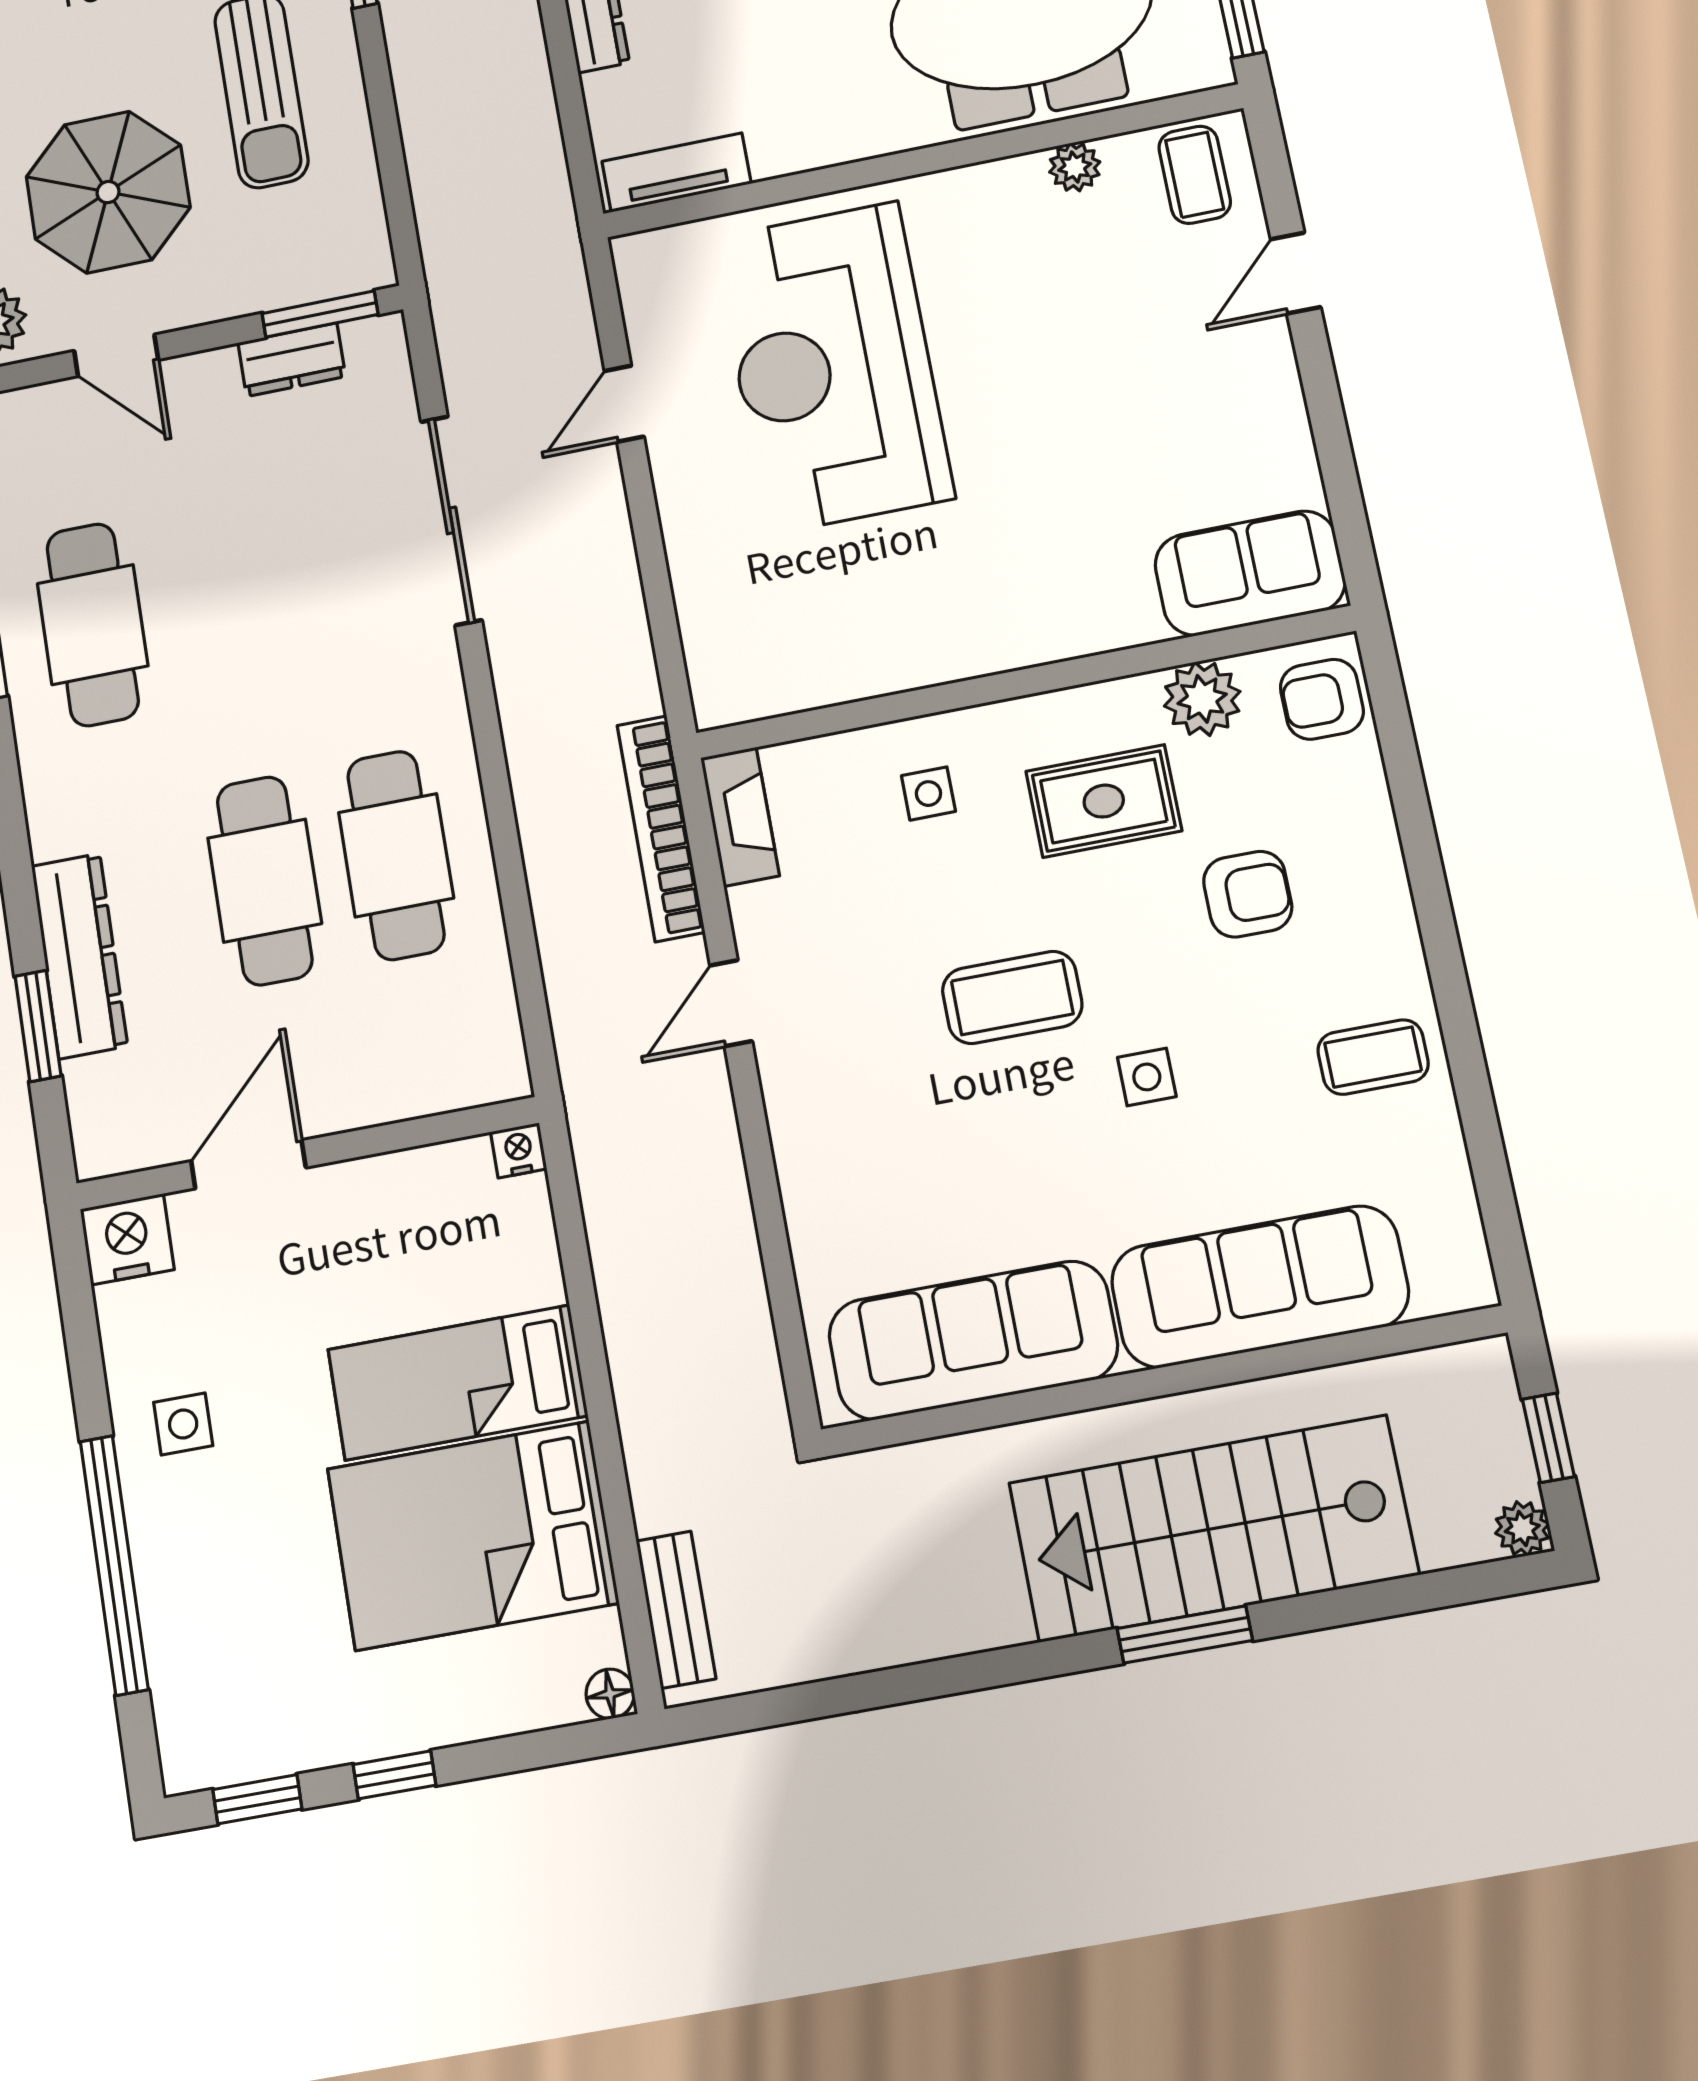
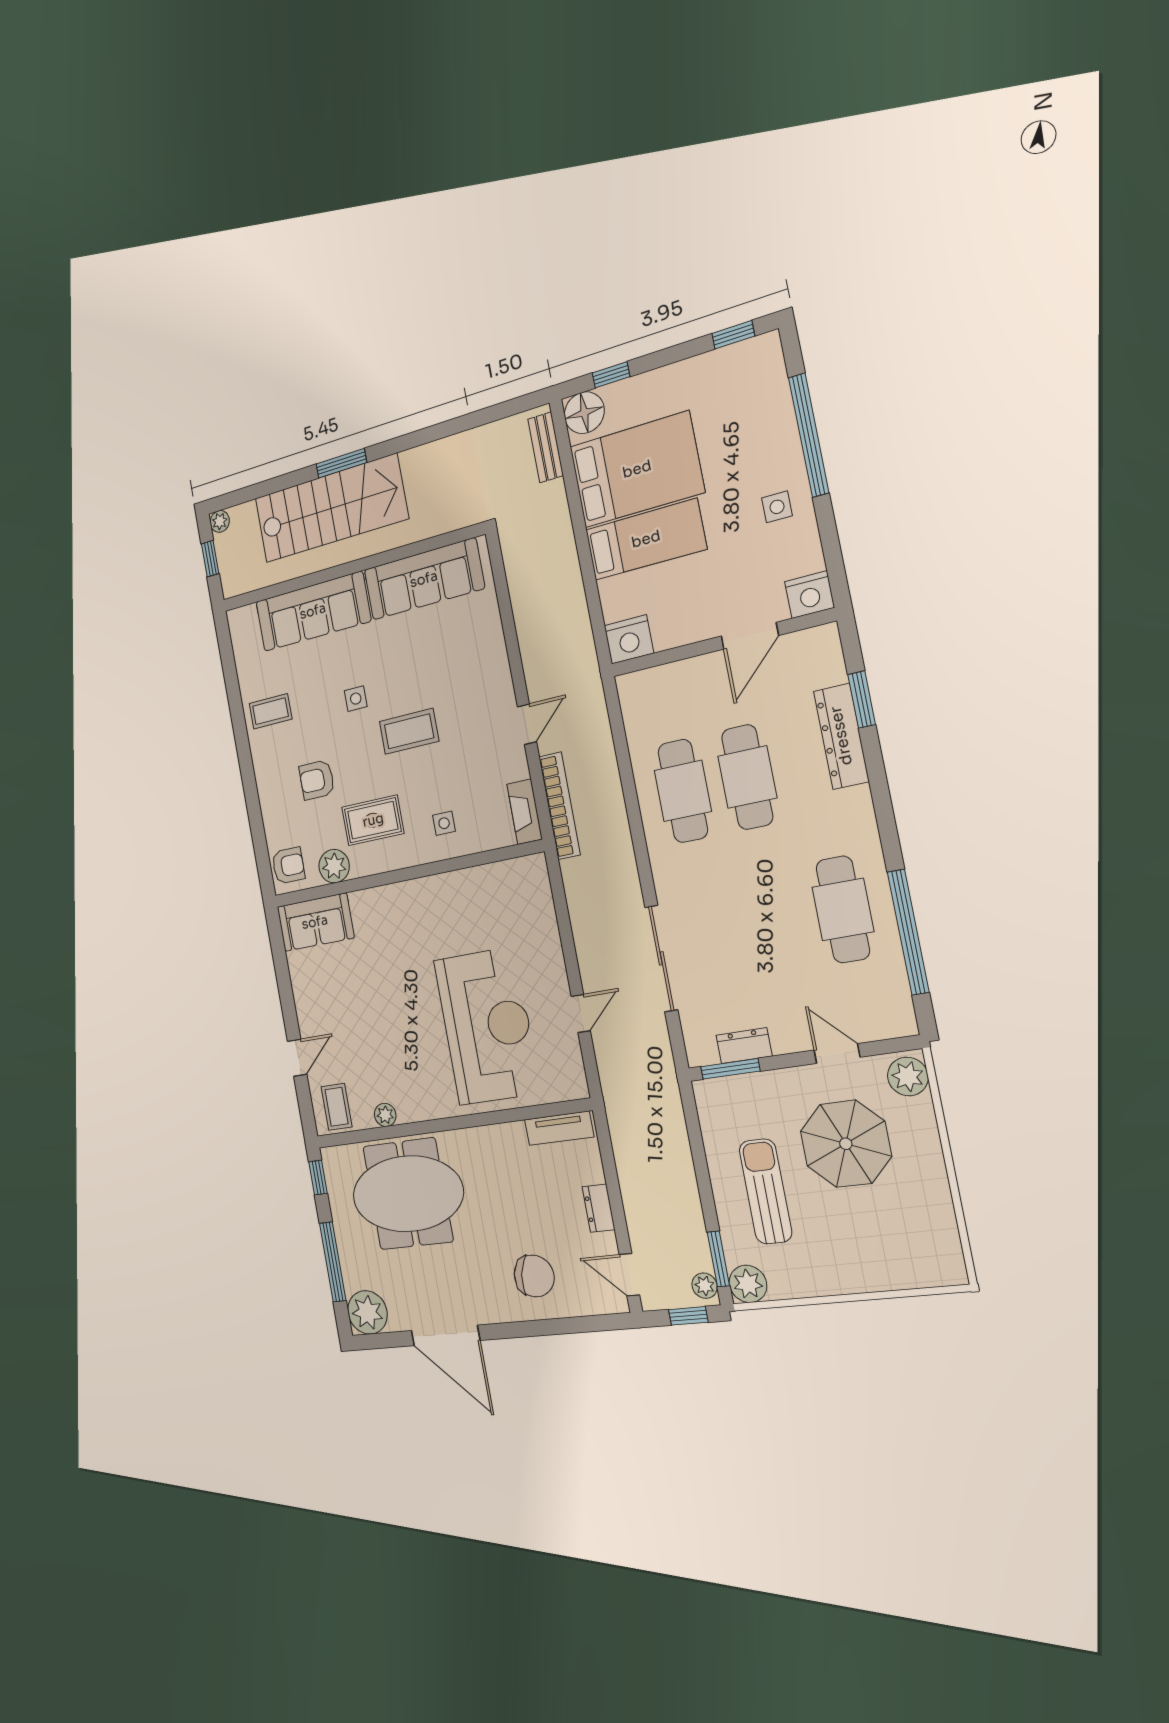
nightstand: (519, 1150) -> (629, 639), width x1.89, depth x1.79
floor lamp: (610, 1694) -> (584, 413), width x1.89, depth x1.89
window: (394, 1775) -> (611, 375), moved

